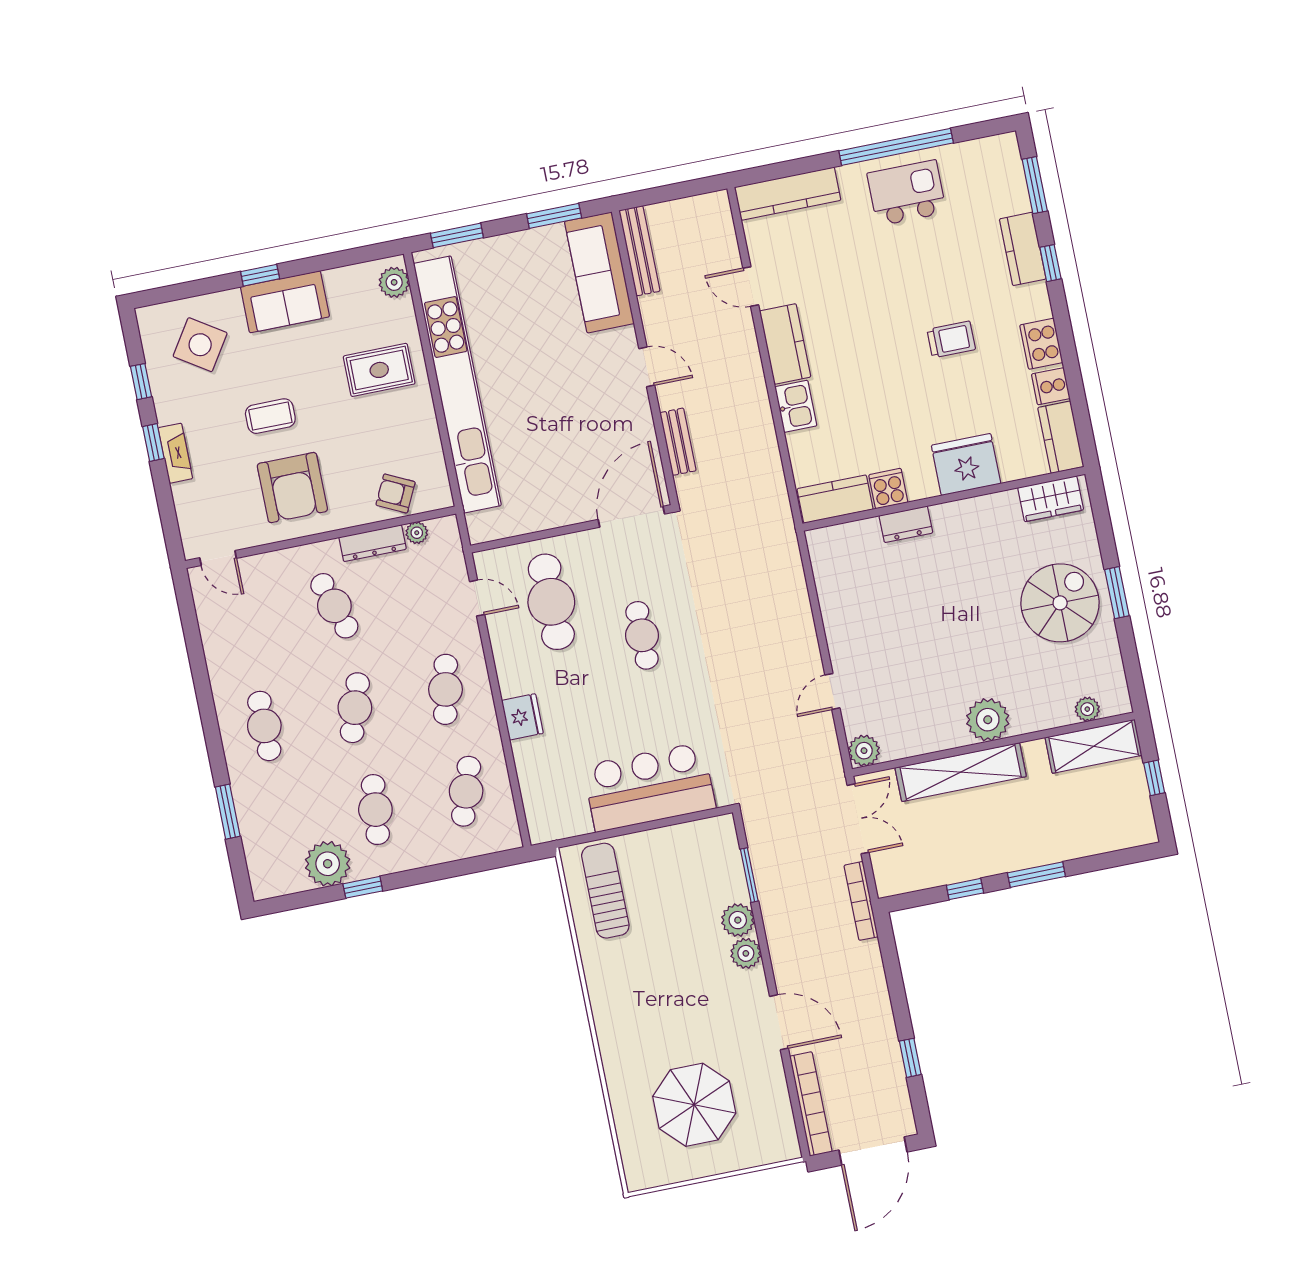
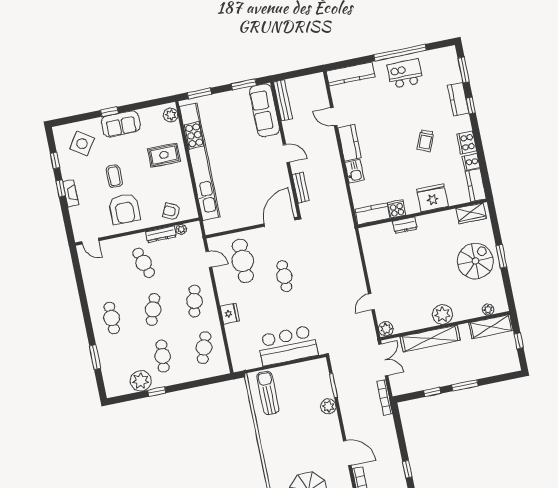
trolley: (951, 339) -> (425, 141), turned 112
coffee table: (270, 416) -> (114, 176), turned 90
plant: (746, 953) -> (332, 422), removed

